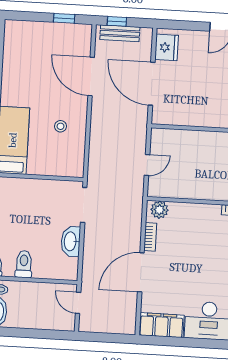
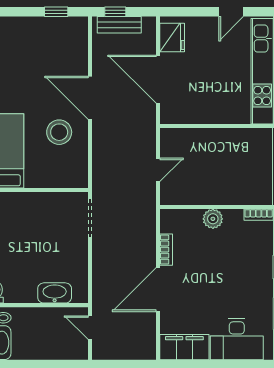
door: (91, 76) -> (90, 98), moved
stool: (61, 126) -> (59, 132), width x1.89, depth x1.89
plant: (159, 210) -> (213, 219), moved
washbasin: (71, 241) -> (55, 293), moved, turned 90
toilet: (24, 264) -> (27, 288), removed

